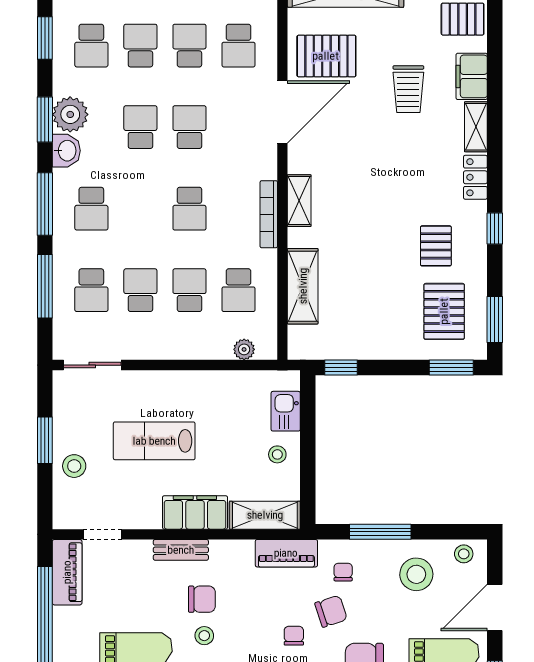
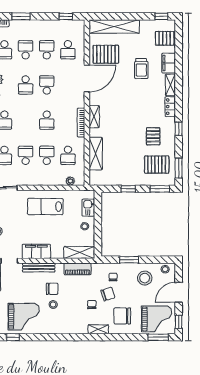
school desk: (140, 127) -> (26, 85), turned 180
pallet: (444, 311) -> (157, 165), turned 90
window: (341, 368) -> (128, 189), moved
lab bench: (154, 441) -> (45, 207), moved
filing cabinet: (195, 512) -> (36, 251), moved
window: (380, 532) -> (129, 260), width x0.69
bench: (181, 550) -> (39, 267), width x1.36
piano: (286, 553) -> (78, 269), moved

